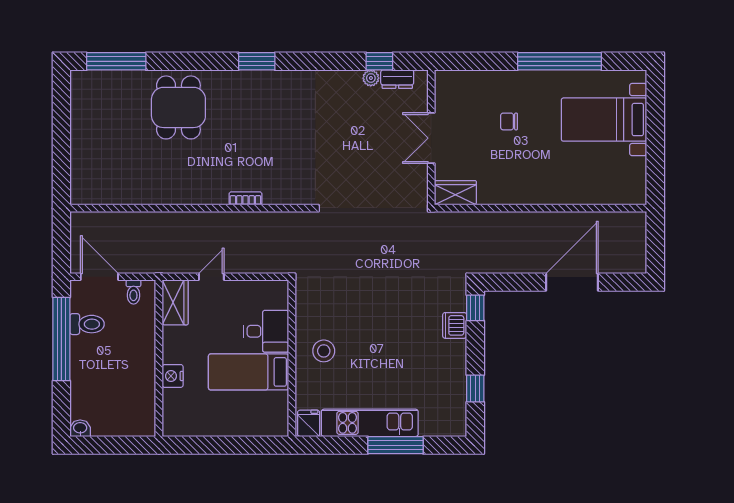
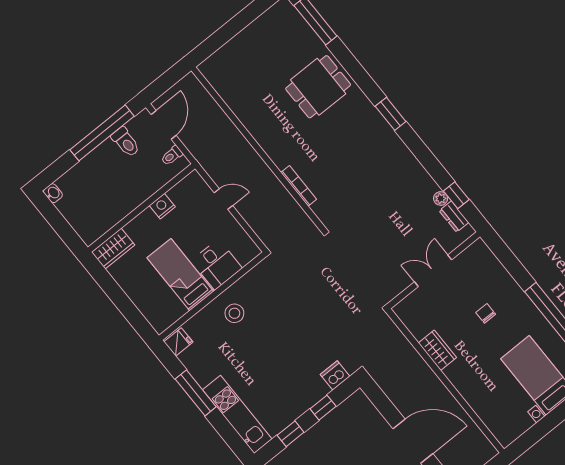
wardrobe: (455, 193) -> (437, 350), moved
bookcase: (245, 198) -> (299, 186), width x1.56
wardrobe: (175, 302) -> (113, 249), moved
window: (475, 308) -> (323, 408), moved
dishwasher: (455, 325) -> (335, 375), moved
nightstand: (173, 376) -> (162, 206), moved
kitchen unit: (370, 423) -> (237, 414), moved
window: (395, 445) -> (196, 393), moved

